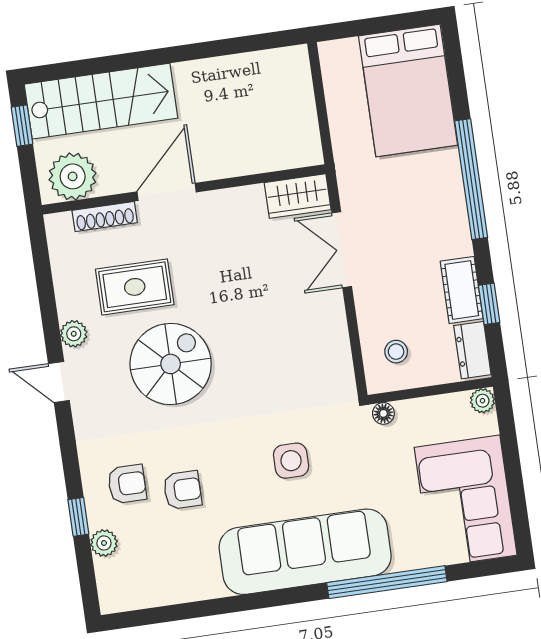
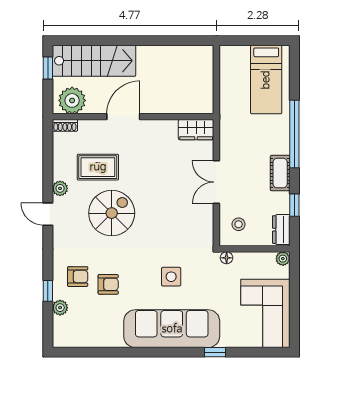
bed: (408, 91) -> (266, 80), width x0.67
shoe rack: (105, 216) -> (65, 125), moved, width x0.70
double door: (342, 250) -> (216, 182), moved
cot: (462, 290) -> (280, 173), moved
window: (387, 582) -> (215, 352), width x0.32

